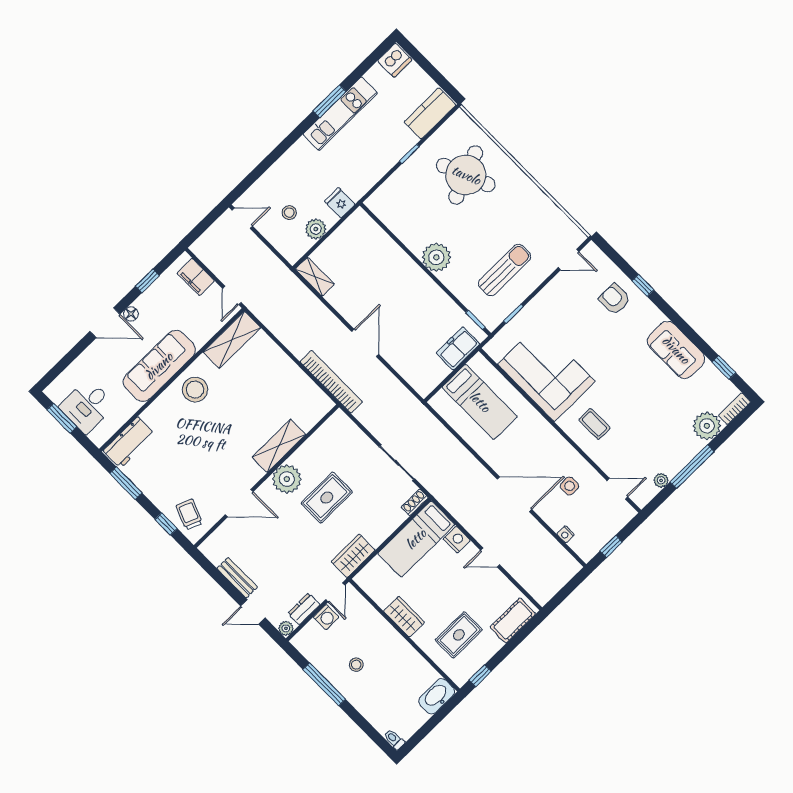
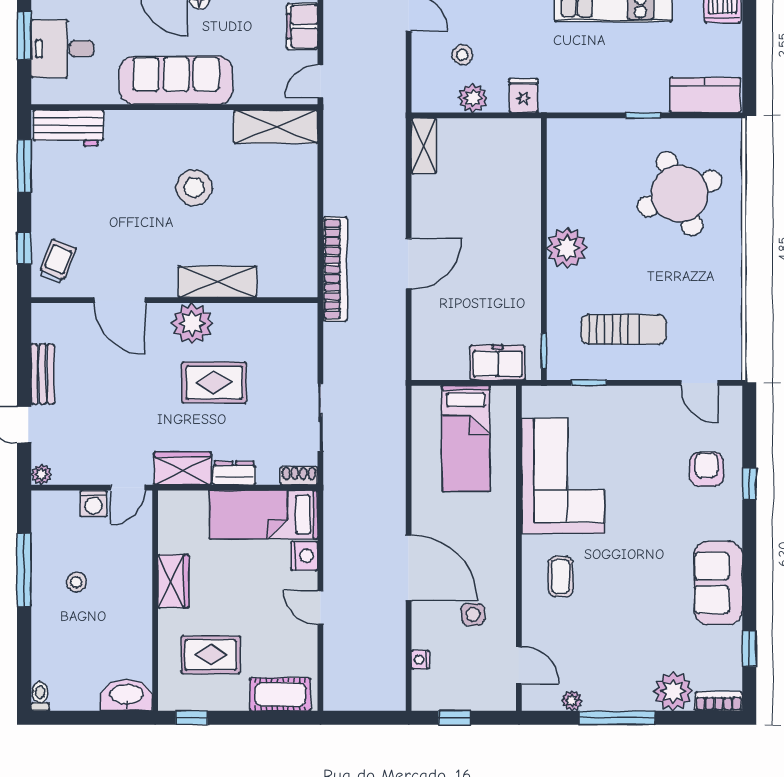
stool: (195, 390) -> (194, 188), moved
dresser: (304, 609) -> (234, 473), moved

